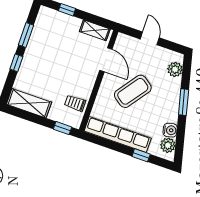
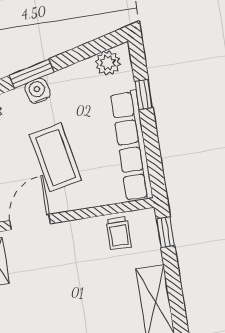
coffee table: (133, 91) -> (56, 157), turned 43
water cooler: (170, 130) -> (37, 91), moved

